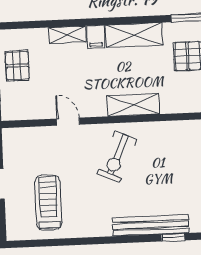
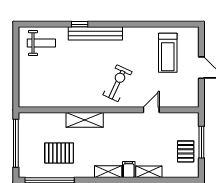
shelving: (134, 35) -> (108, 172), width x0.67, depth x0.75
shelving: (133, 105) -> (85, 120), moved
door: (68, 122) -> (151, 110), swing flipped

